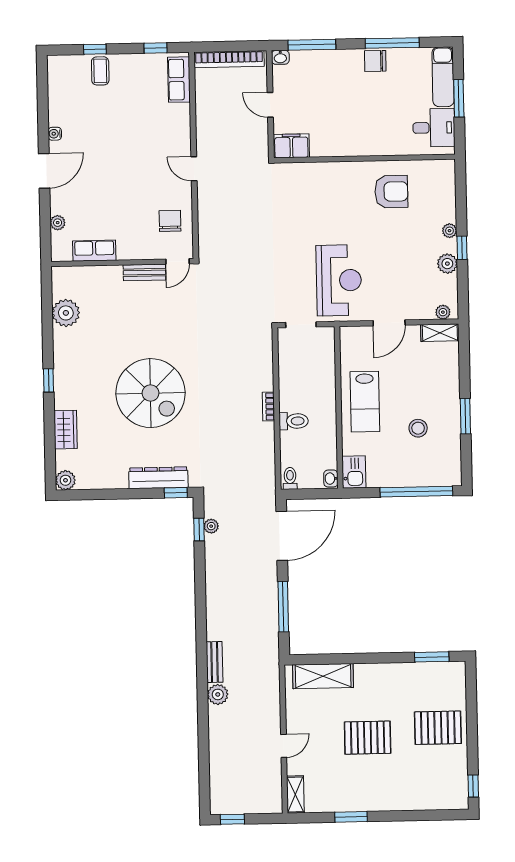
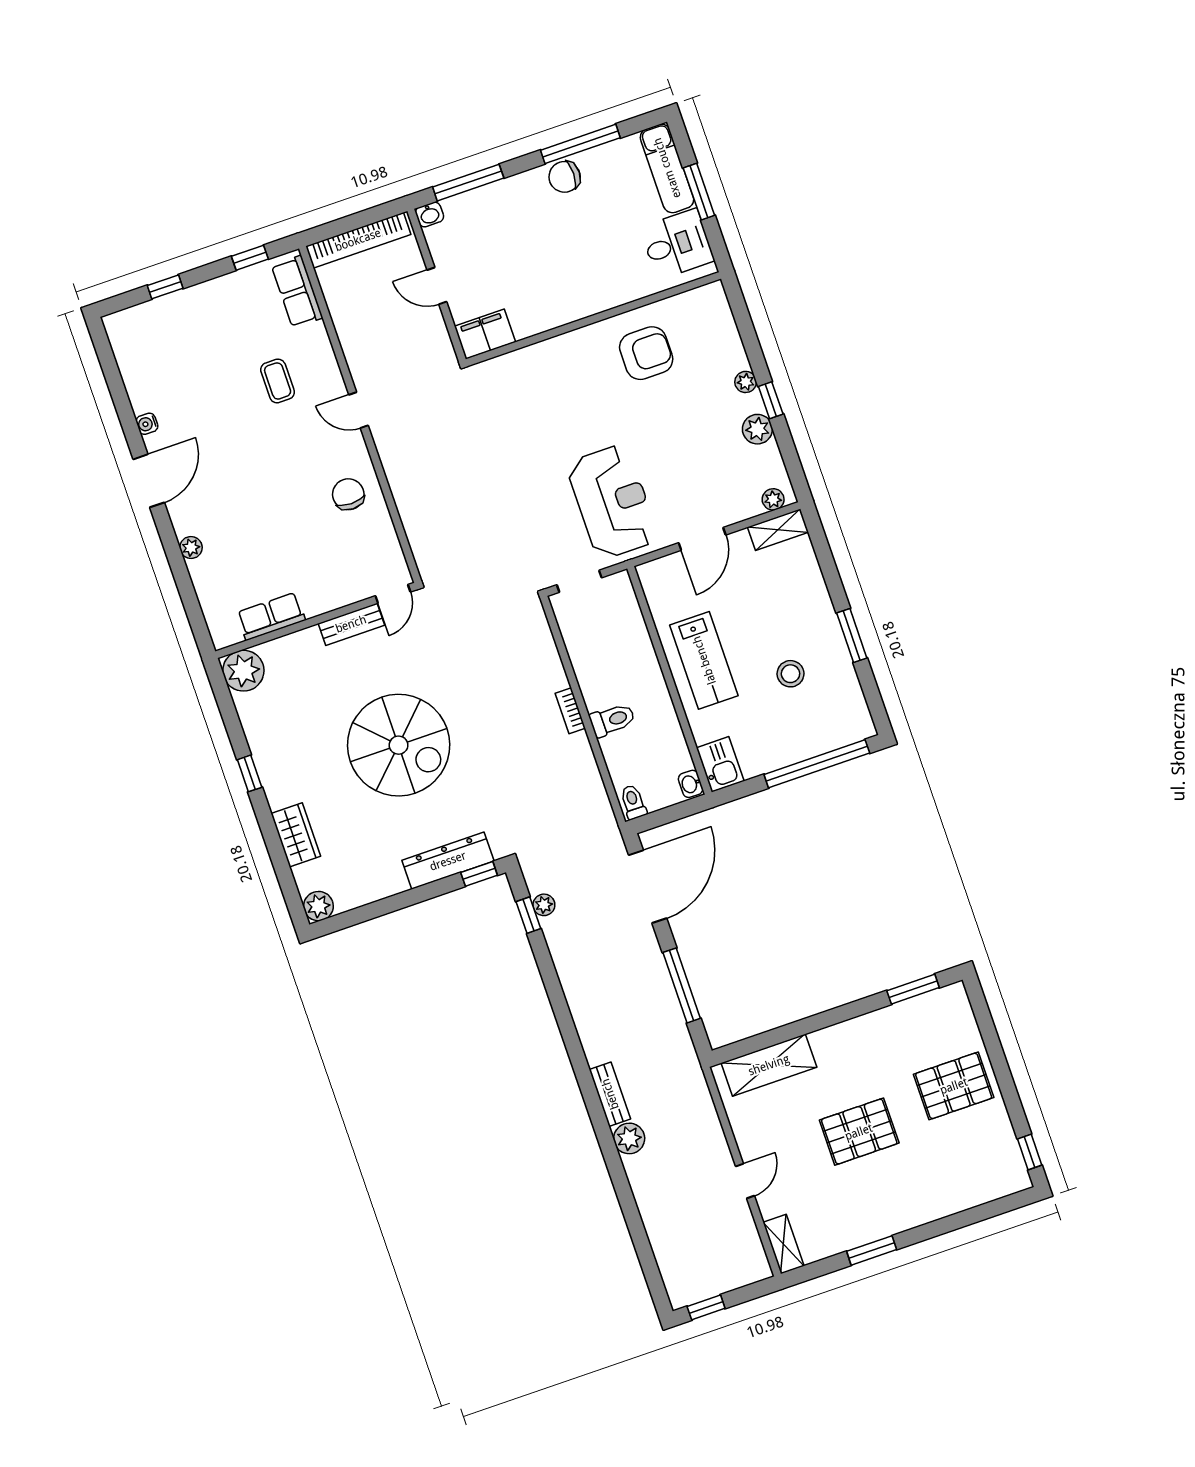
coffee table: (100, 71) -> (278, 381), moved
row of seats: (94, 251) -> (271, 616), moved
door: (177, 261) -> (393, 594), moved
wall: (122, 263) -> (316, 620), moved
bench: (144, 272) -> (351, 624), moved

